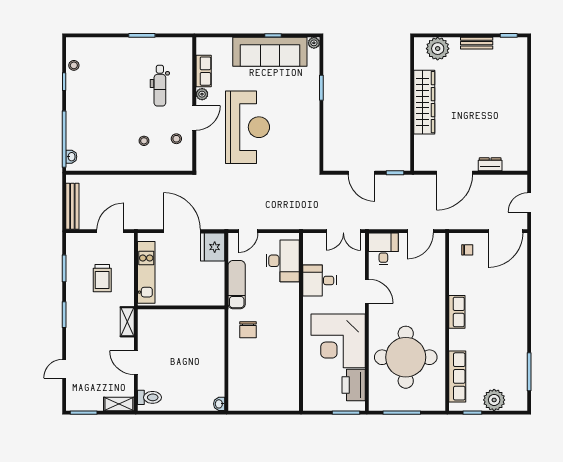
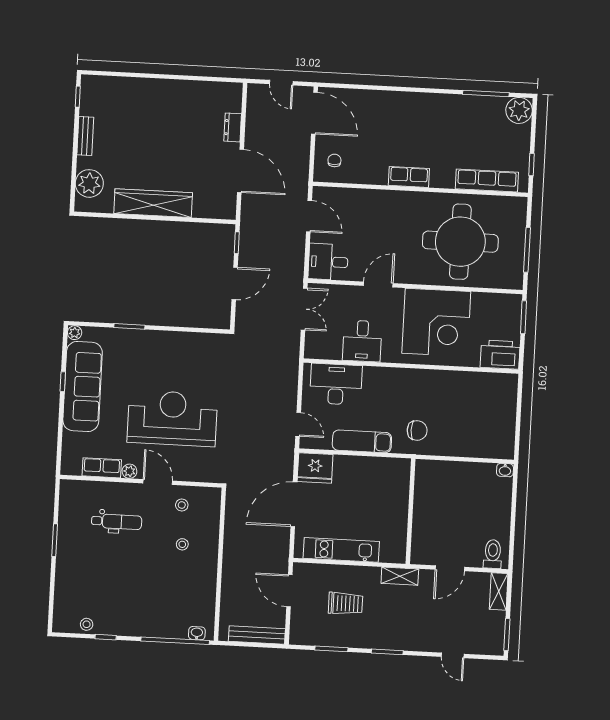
wall: (181, 307) -> (411, 511), moved
printer: (354, 385) -> (500, 355), moved, turned 180
plant: (494, 400) -> (519, 110), moved

